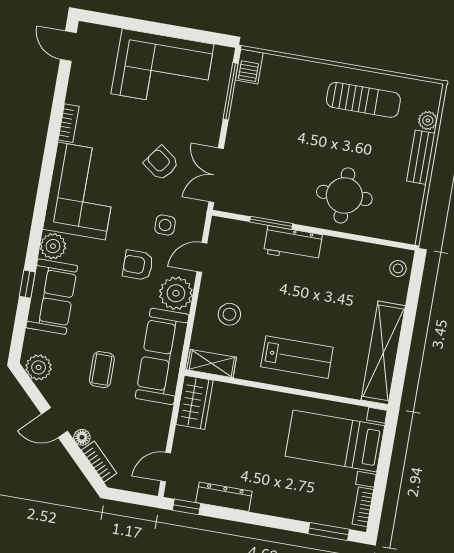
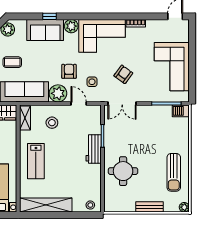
plant: (428, 120) -> (184, 207), moved
double door: (216, 175) -> (122, 104), swing flipped

